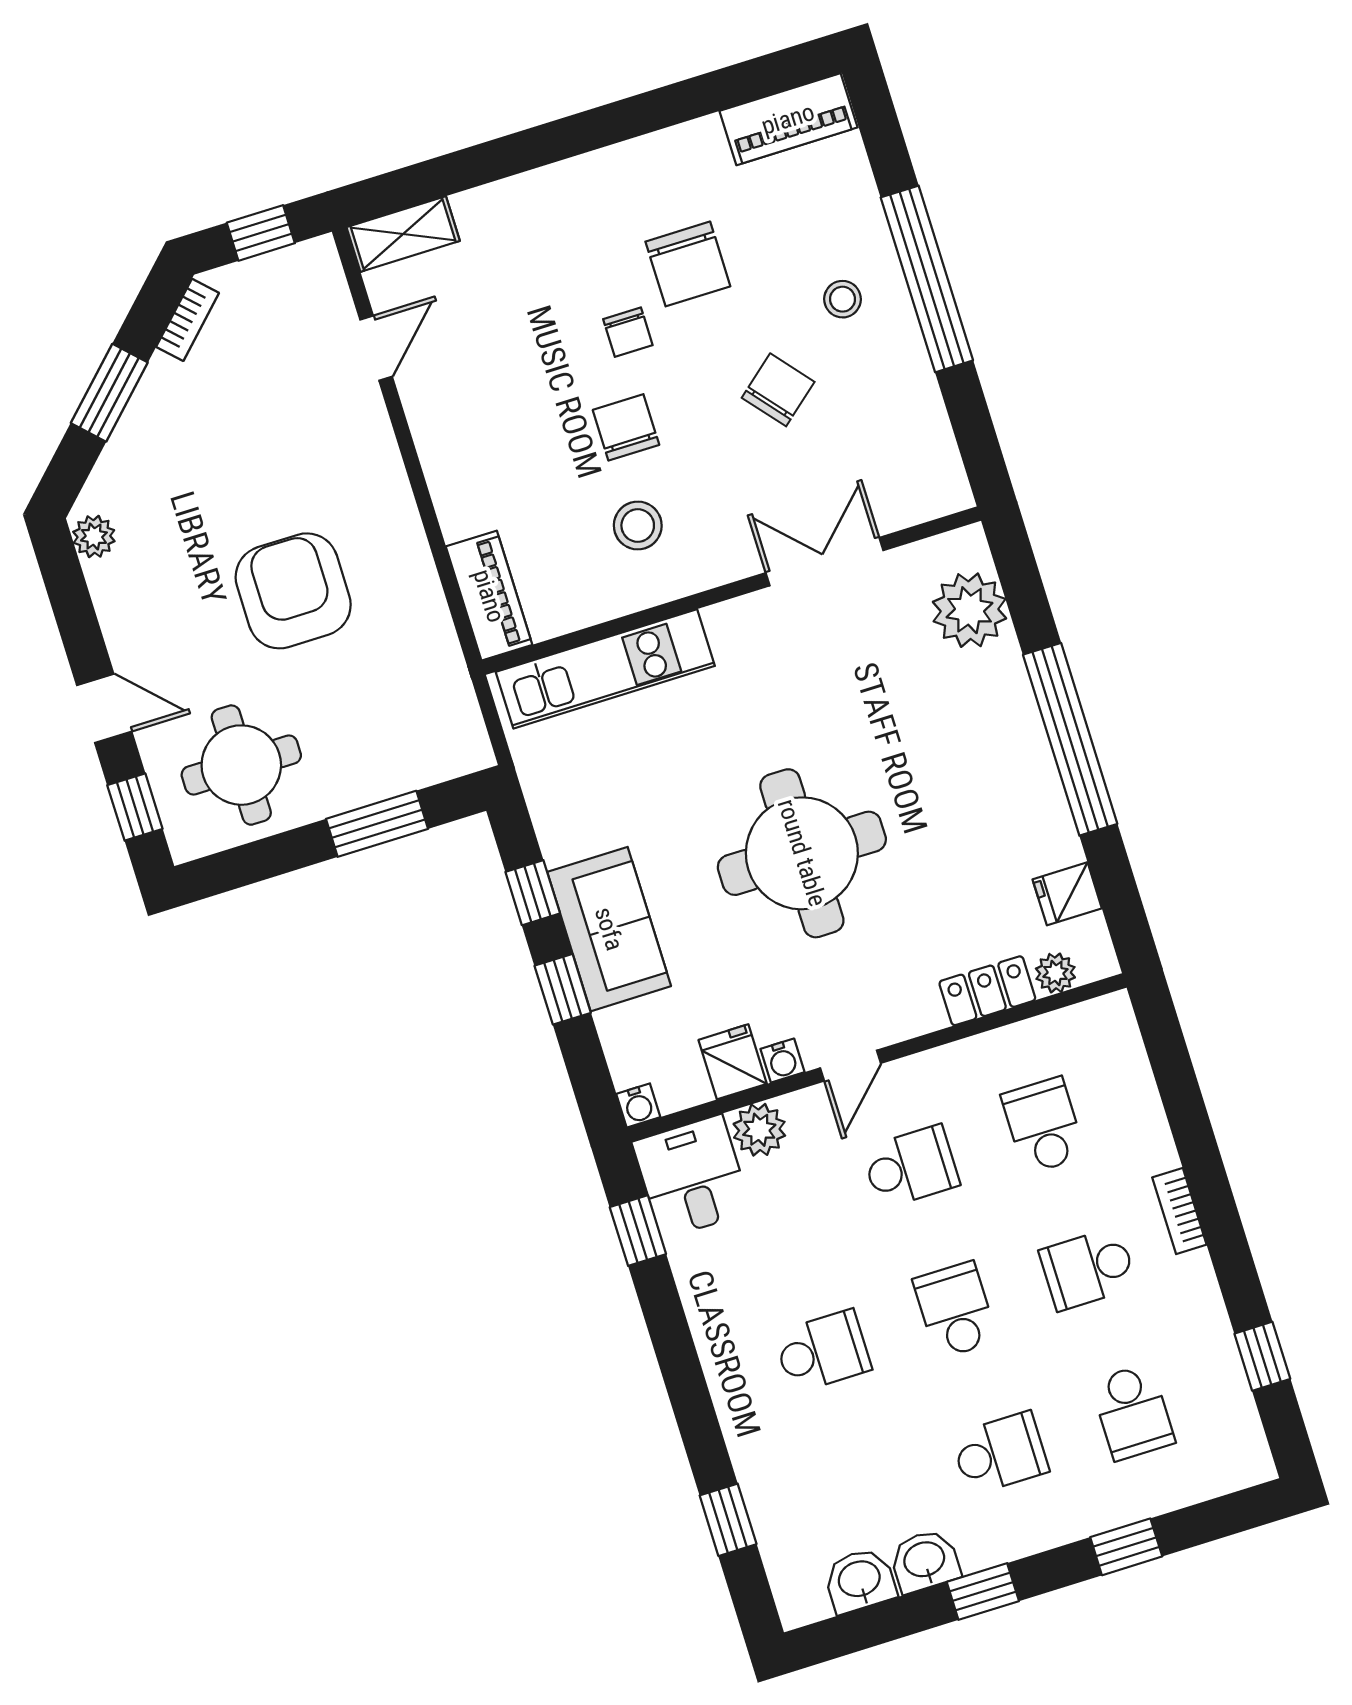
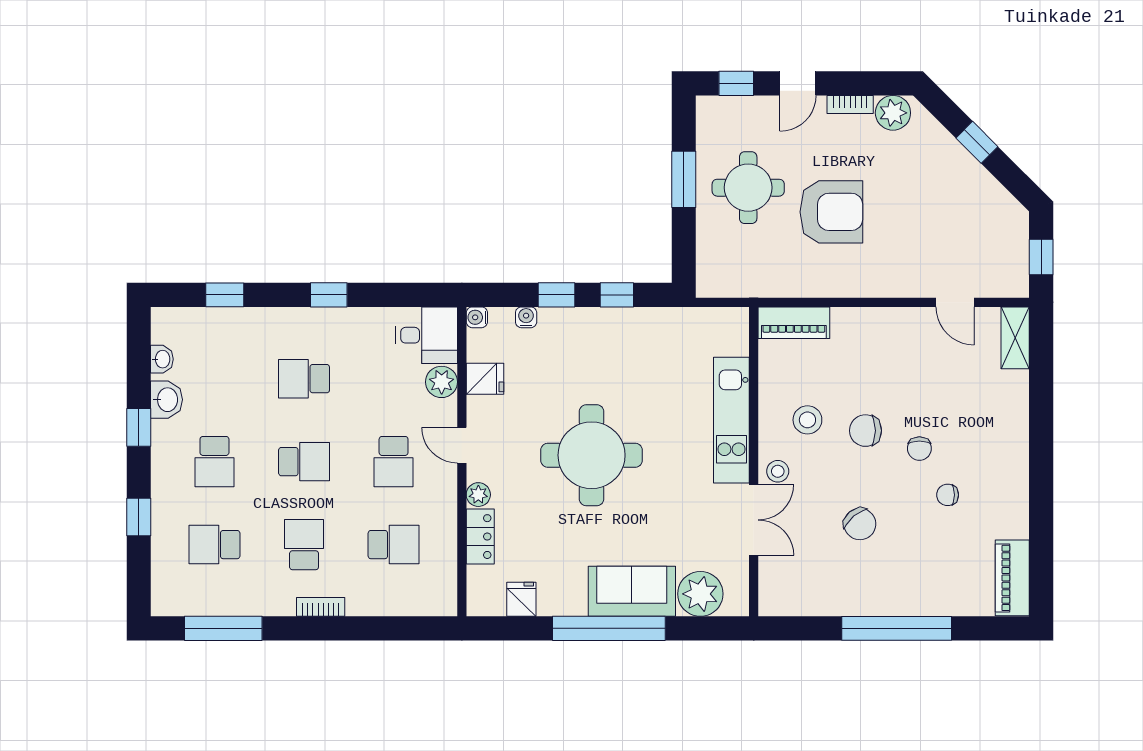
chair: (688, 264) -> (948, 495), width x0.54, depth x0.54
stool: (842, 299) -> (778, 471), moved
bookcase: (188, 320) -> (850, 105), moved, turned -45
chair: (628, 332) -> (919, 449), turned -90
window: (109, 393) -> (977, 142), width x0.67
chair: (626, 427) -> (865, 431), turned 180
plant: (94, 536) -> (893, 113), width x1.38, depth x1.38
kitchen unit: (605, 669) -> (731, 420), moved
round table: (241, 765) -> (748, 188), moved
window: (377, 824) -> (684, 179), moved
sofa: (609, 929) -> (632, 591), moved, turned 180
plant: (1055, 973) -> (478, 495), moved
water cooler: (782, 1061) -> (526, 317), moved, turned 90
window: (638, 1231) -> (329, 295), moved
school desk: (823, 1351) -> (304, 379), turned 90
window: (1262, 1356) -> (223, 628), width x2.17
washbasin: (860, 1580) -> (162, 359), width x0.72, depth x0.69

